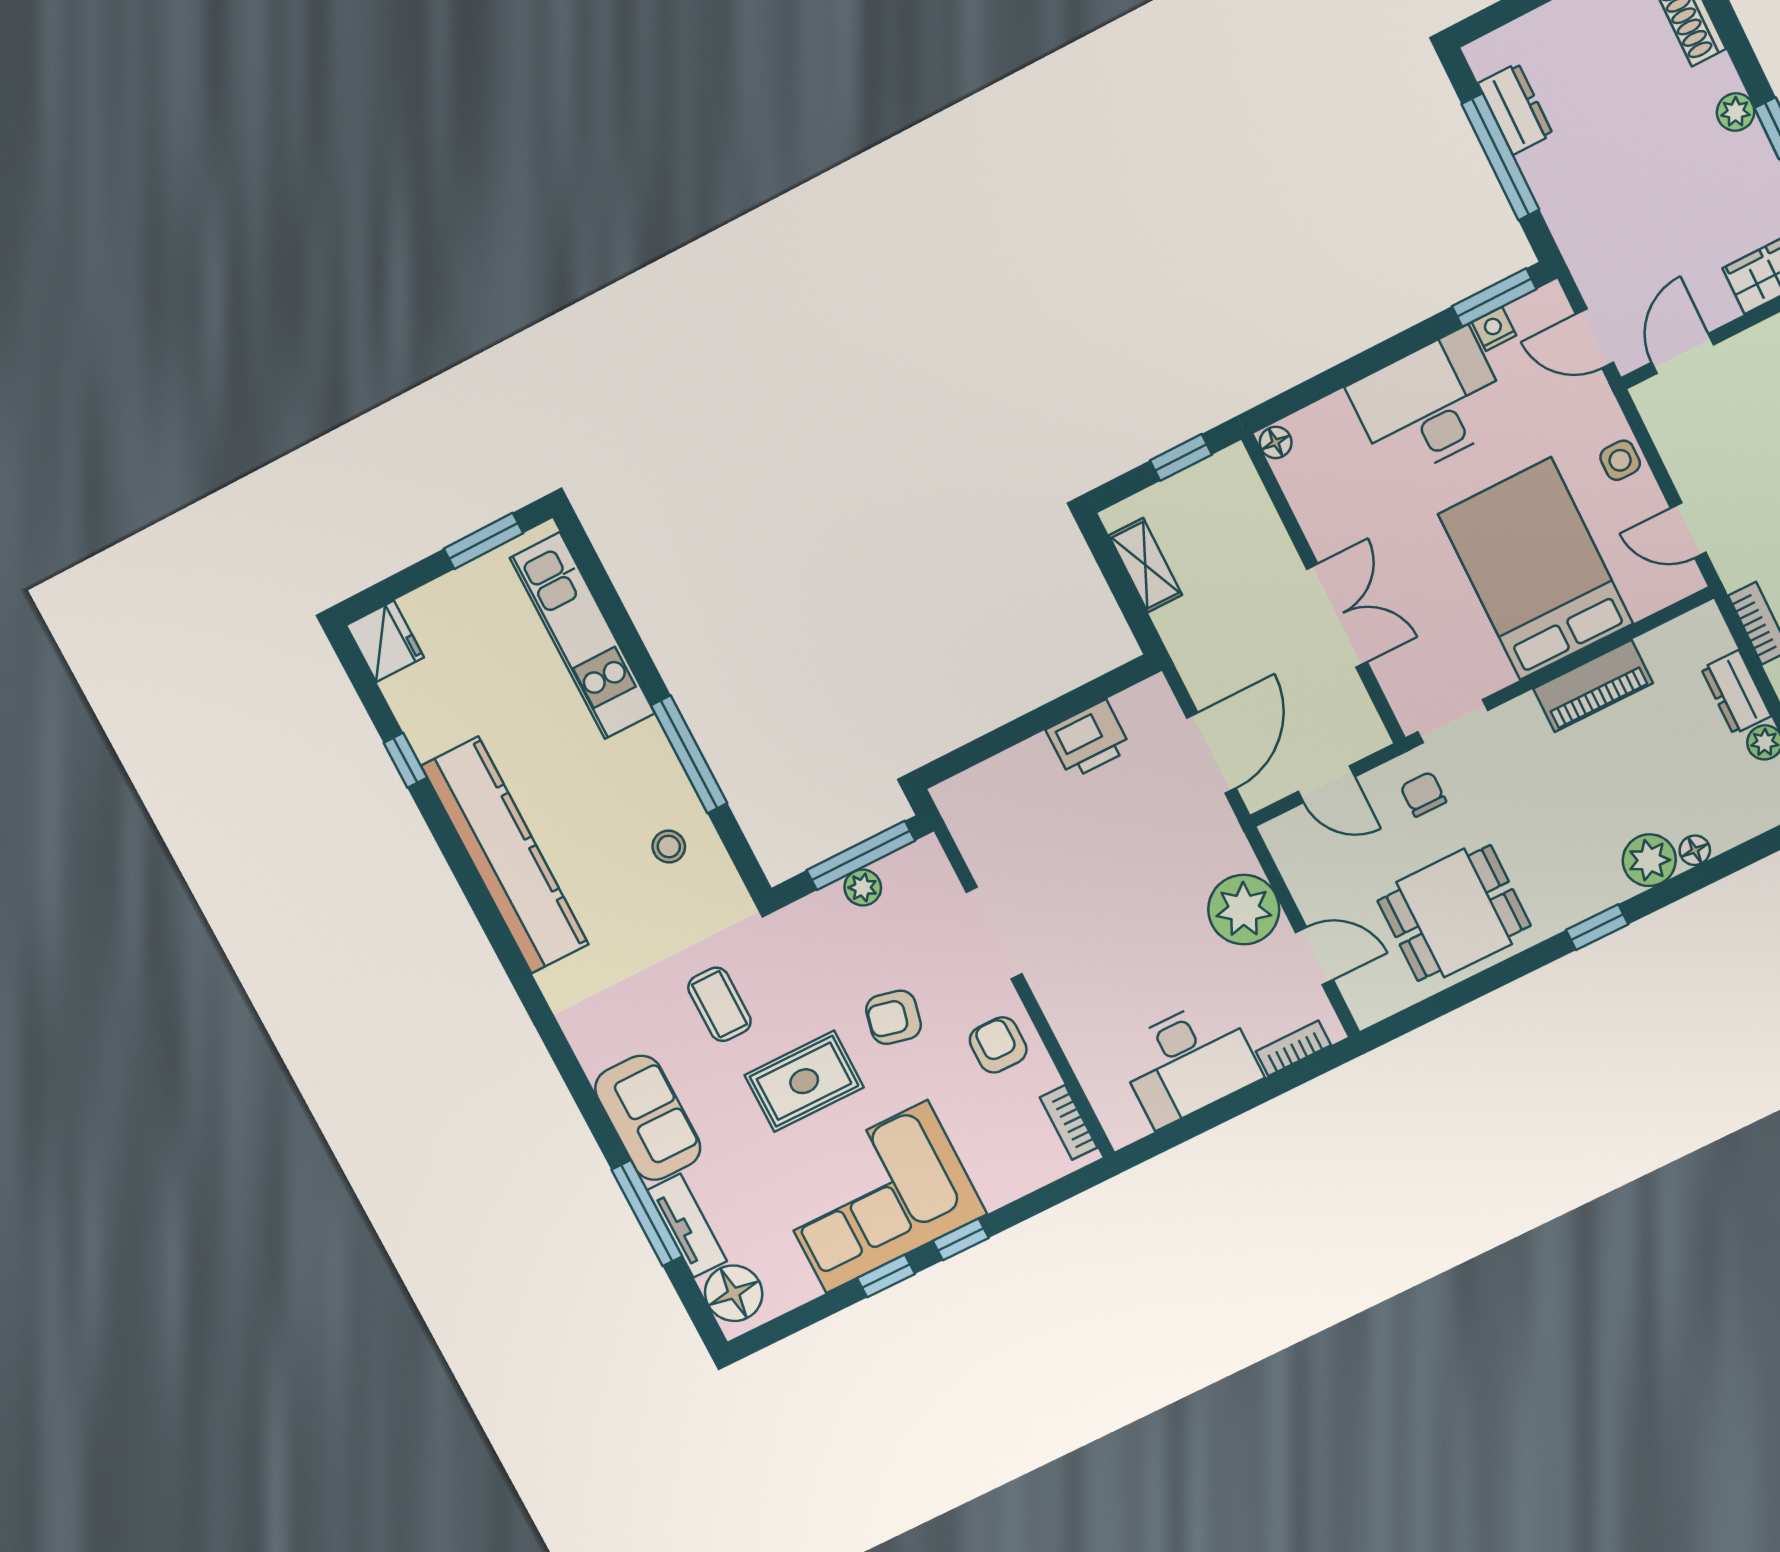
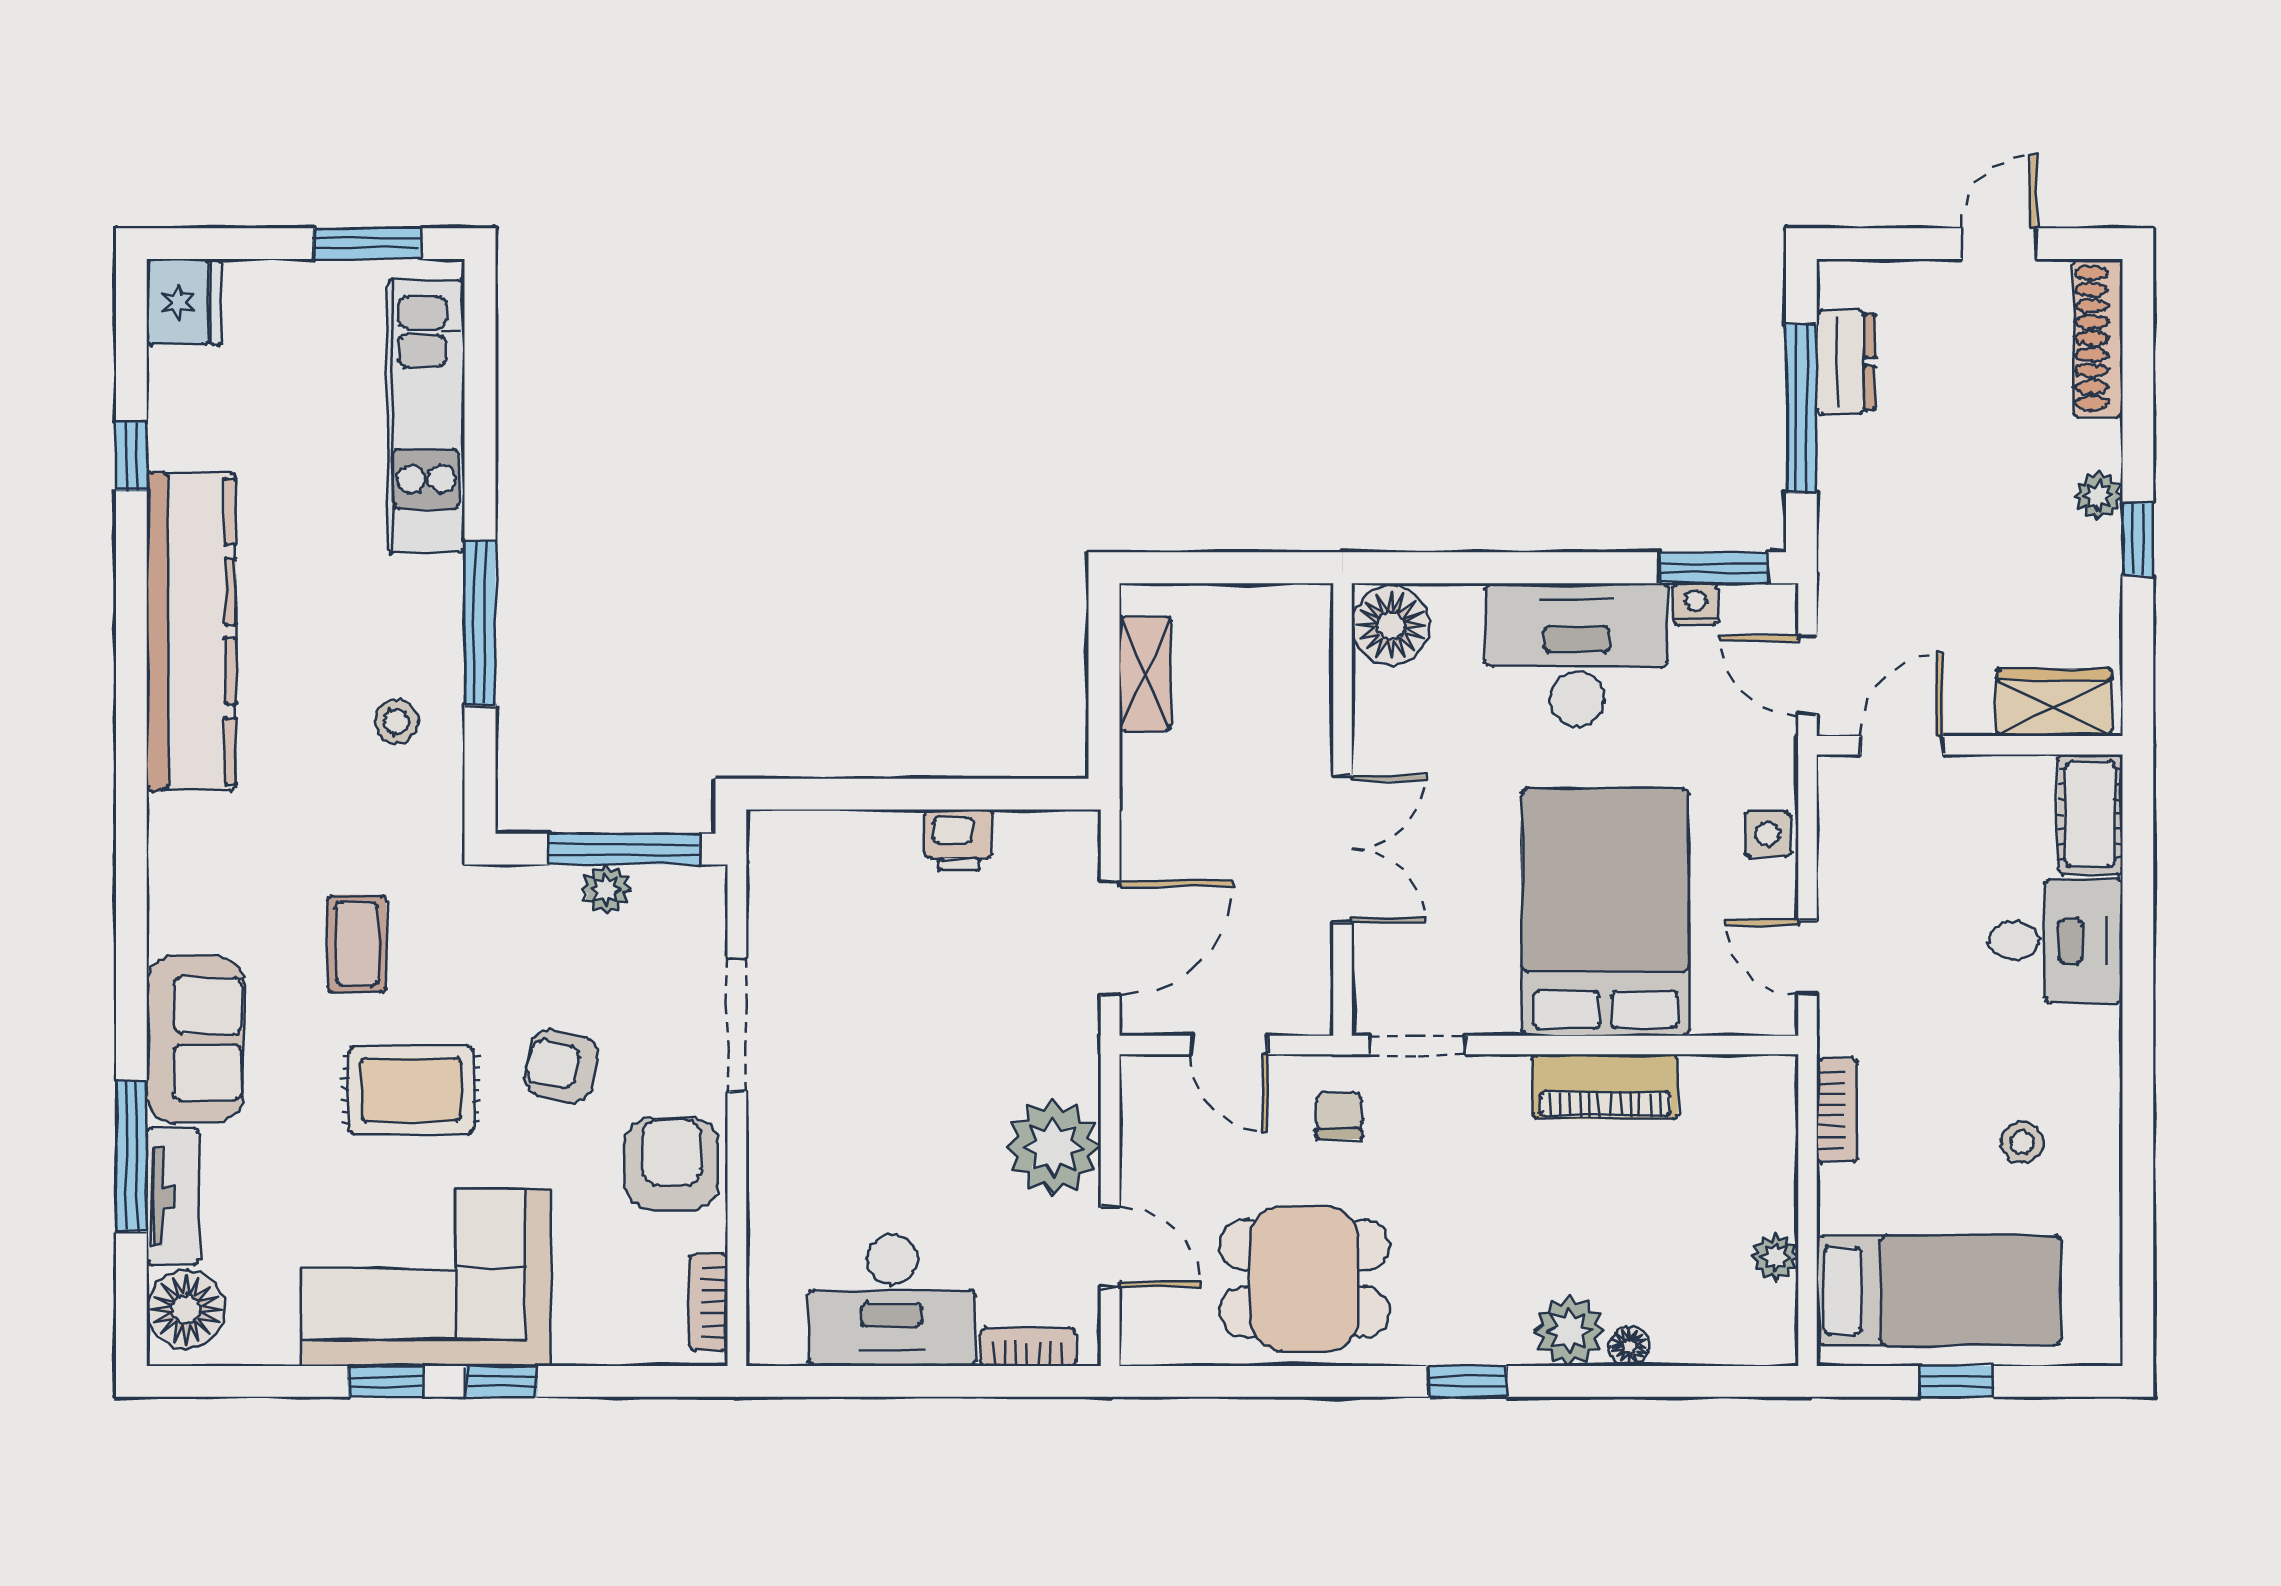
floor lamp: (1276, 442) -> (1391, 625), width x1.89, depth x1.89
window: (1181, 457) -> (1252, 568), removed
dresser: (1736, 692) -> (1770, 1180), removed
printer: (1088, 739) -> (959, 840), width x0.73, depth x0.81
armchair: (998, 1045) -> (671, 1164), width x1.38, depth x1.38

